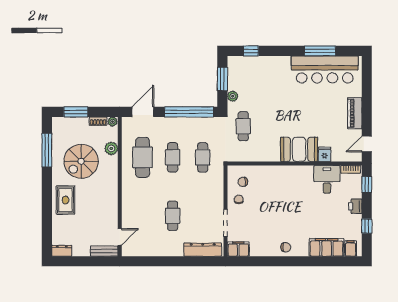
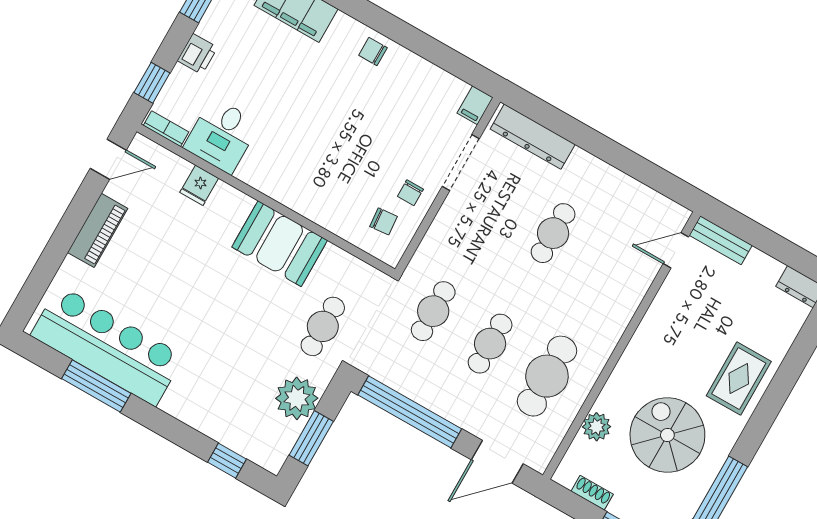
plant: (233, 96) -> (297, 398), width x1.88, depth x1.88
plant: (112, 122) -> (565, 476), removed
booth: (299, 149) -> (280, 244), moved
spiral stairs: (81, 161) -> (667, 435), turned -90
filing cabinet: (238, 249) -> (475, 105), width x0.50

